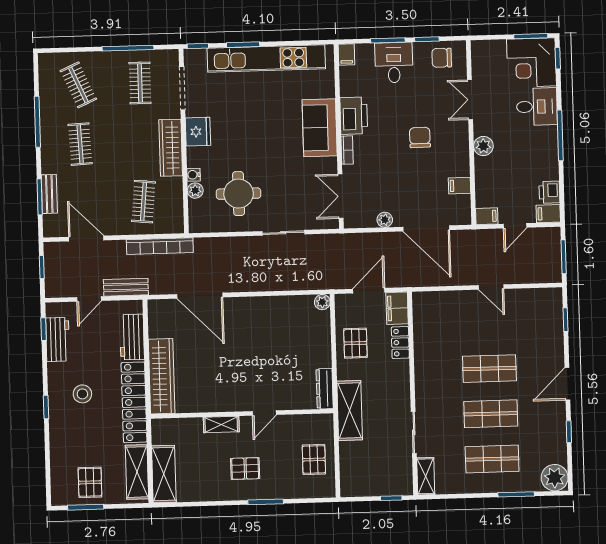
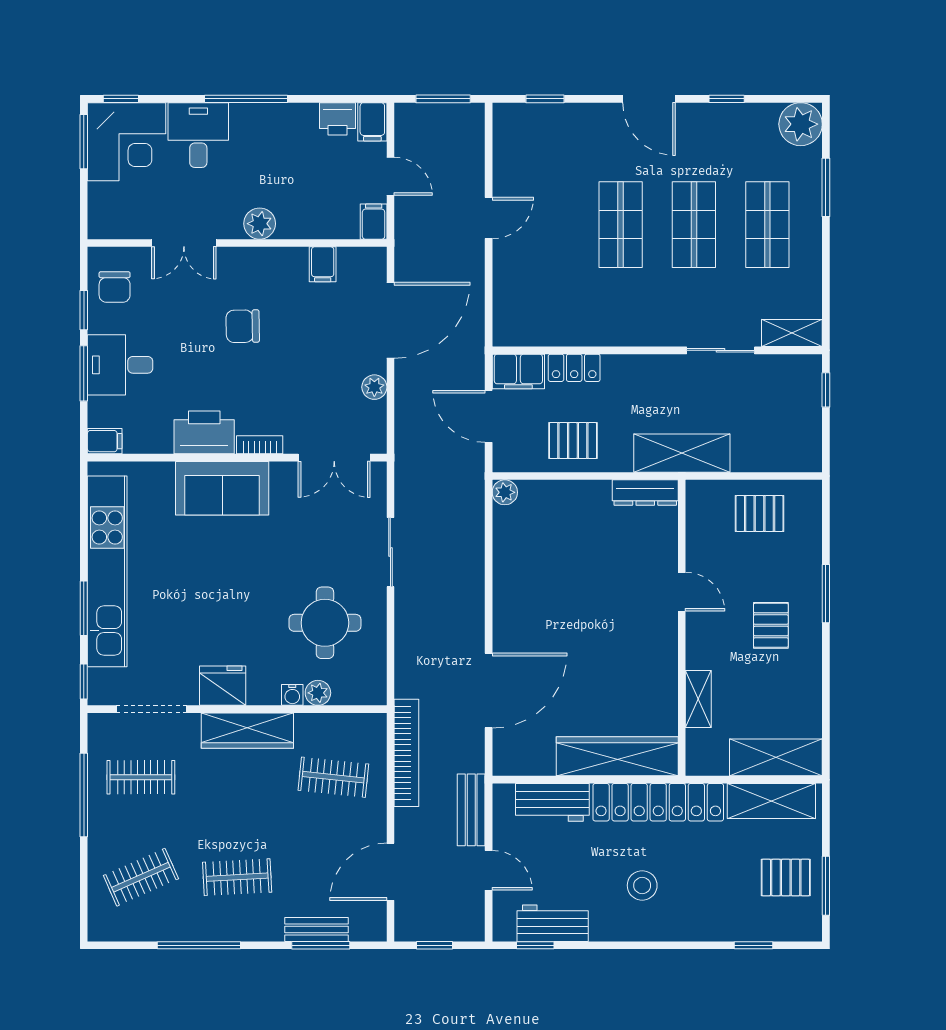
window: (46, 407) -> (754, 945), moved
shelving: (221, 424) -> (698, 699), moved

